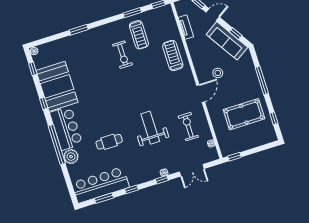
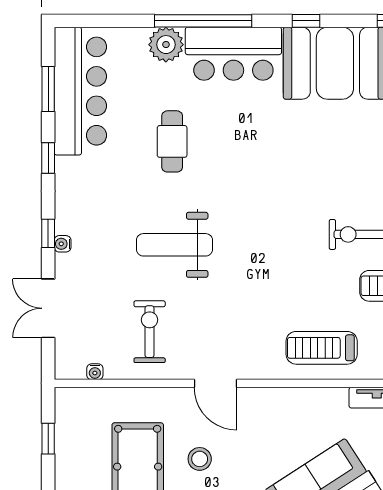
treadmill: (173, 56) -> (322, 348), turned 180
stool: (218, 73) -> (200, 459), moved
exercise bike: (188, 127) -> (150, 332), turned -90
weight bench: (150, 128) -> (174, 245), turned 180
window: (234, 157) -> (48, 439), moved

